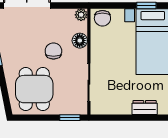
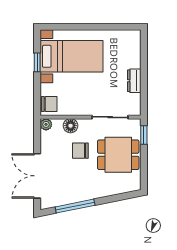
dining table: (34, 89) -> (118, 155), moved
dresser: (145, 107) -> (134, 81), moved

